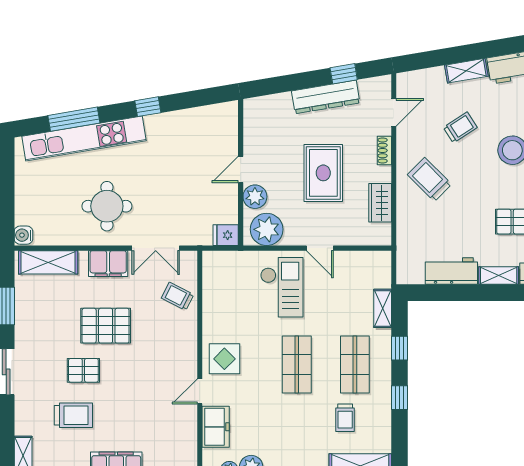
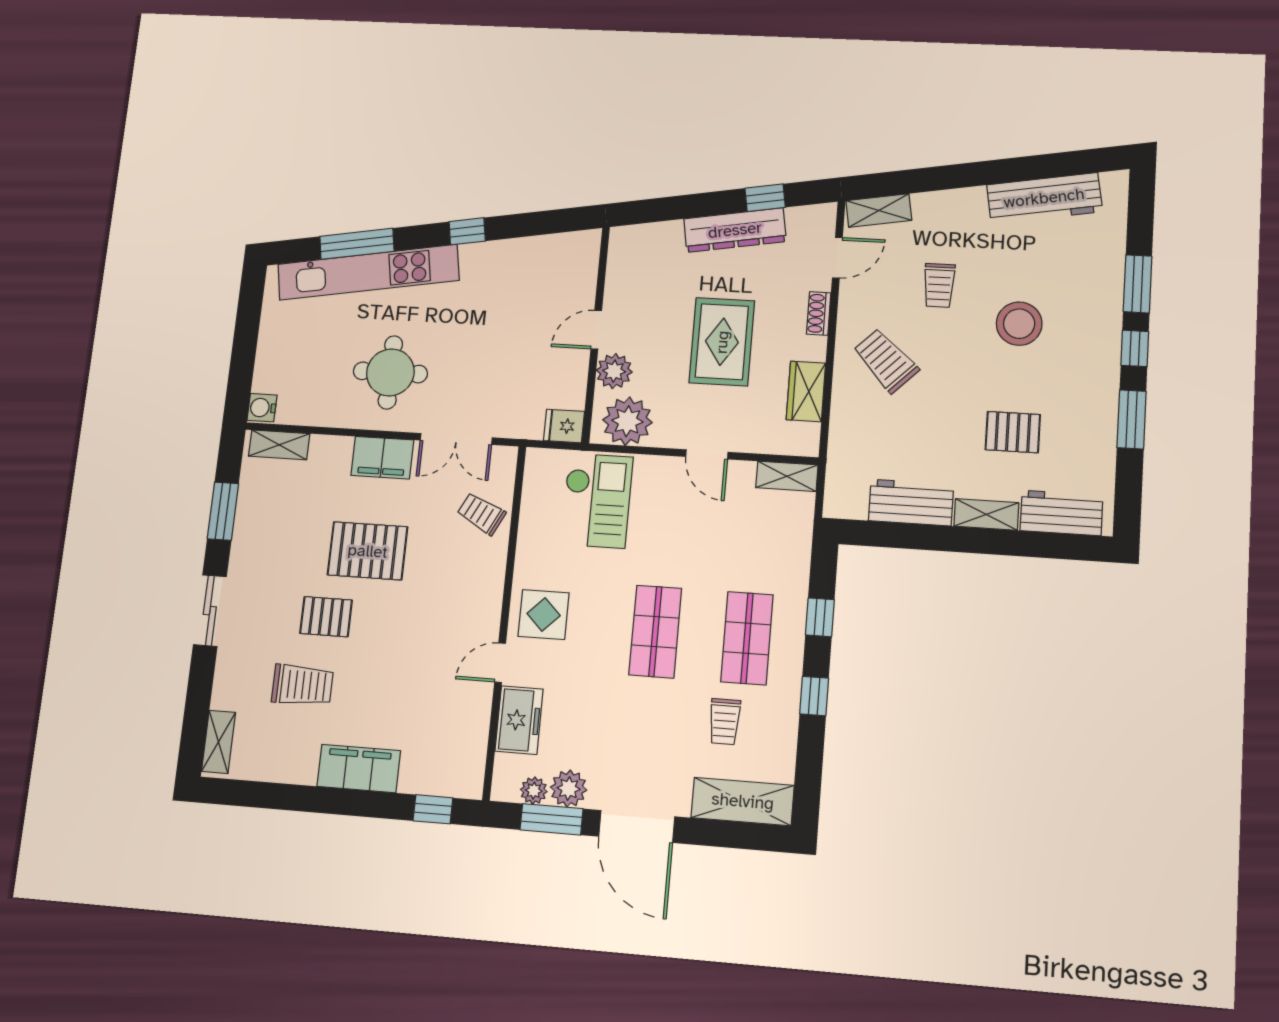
shelving: (466, 71) -> (879, 210), moved
trolley: (460, 127) -> (939, 285), turned 123
shelving: (48, 262) -> (279, 445), width x0.67, depth x0.75
checkout: (282, 287) -> (597, 501), moved
shelving: (383, 308) -> (787, 476), moved, turned 90

